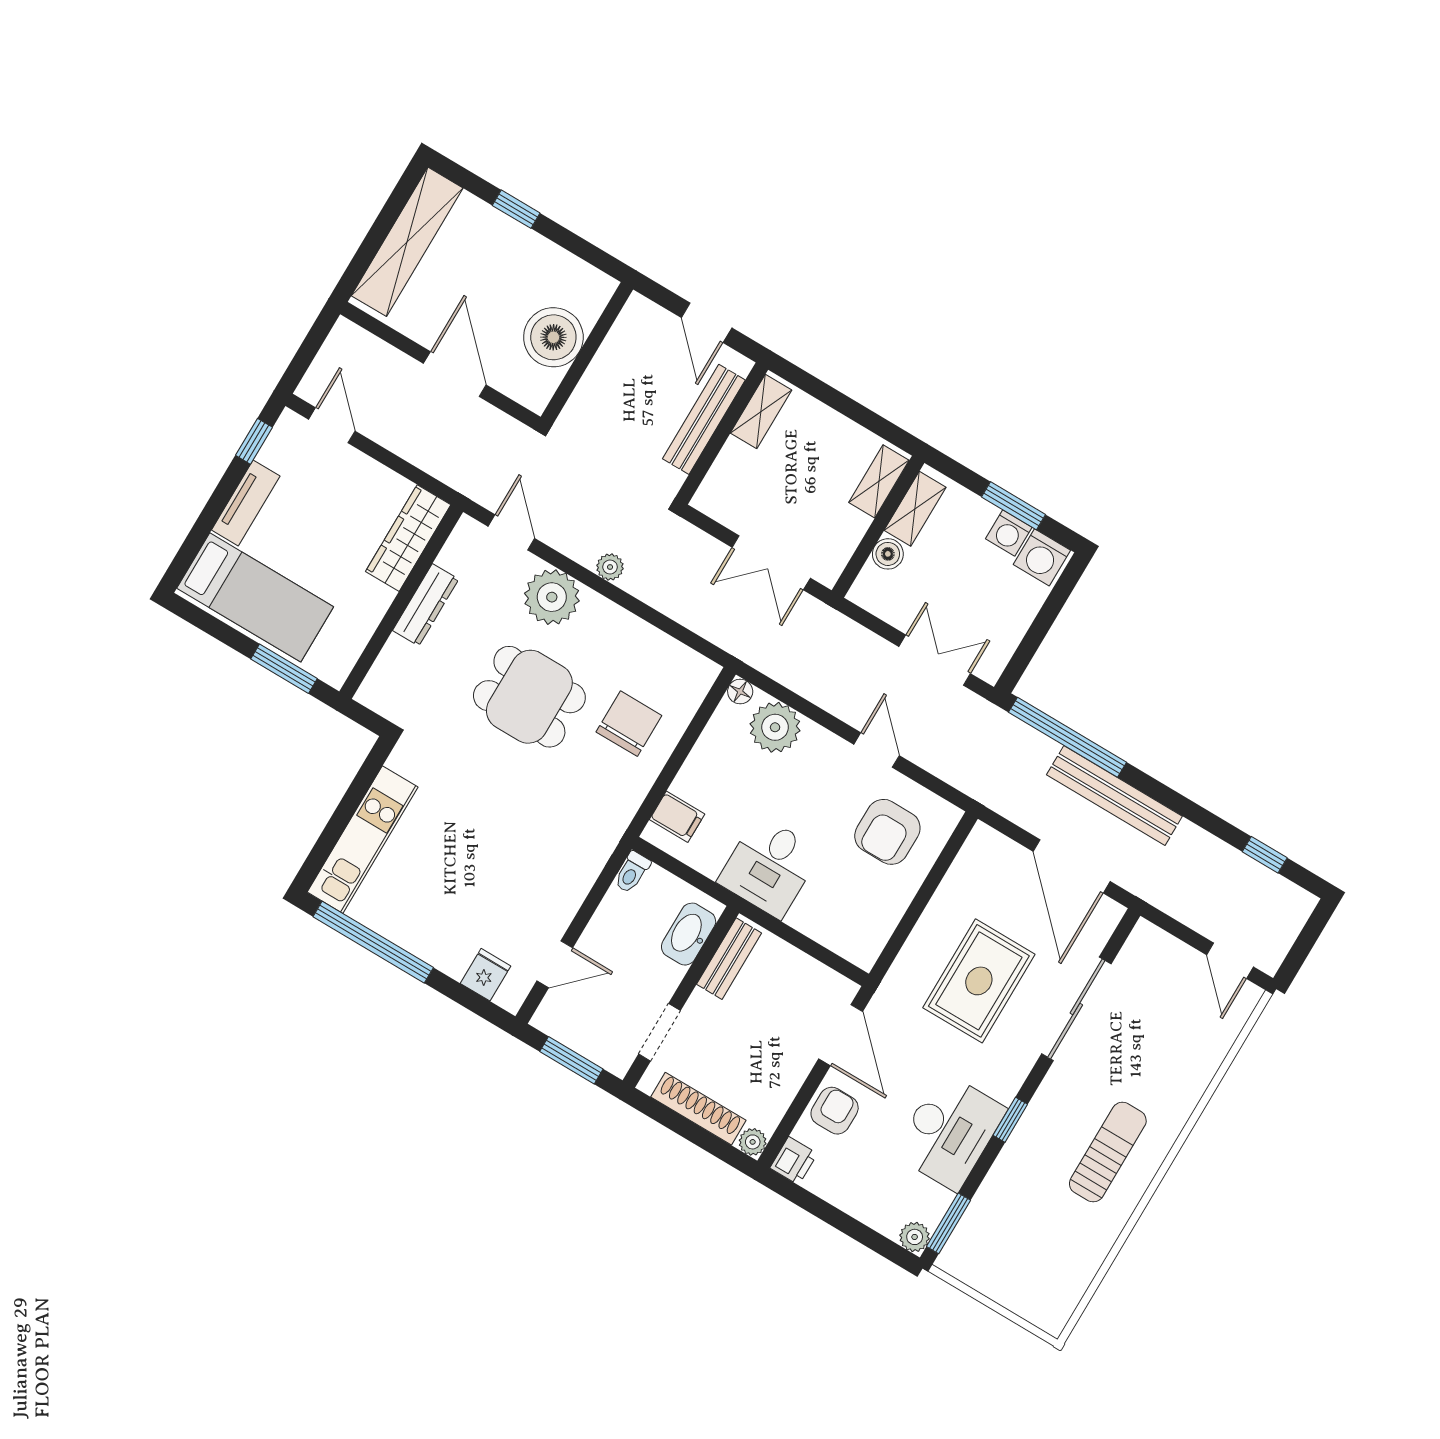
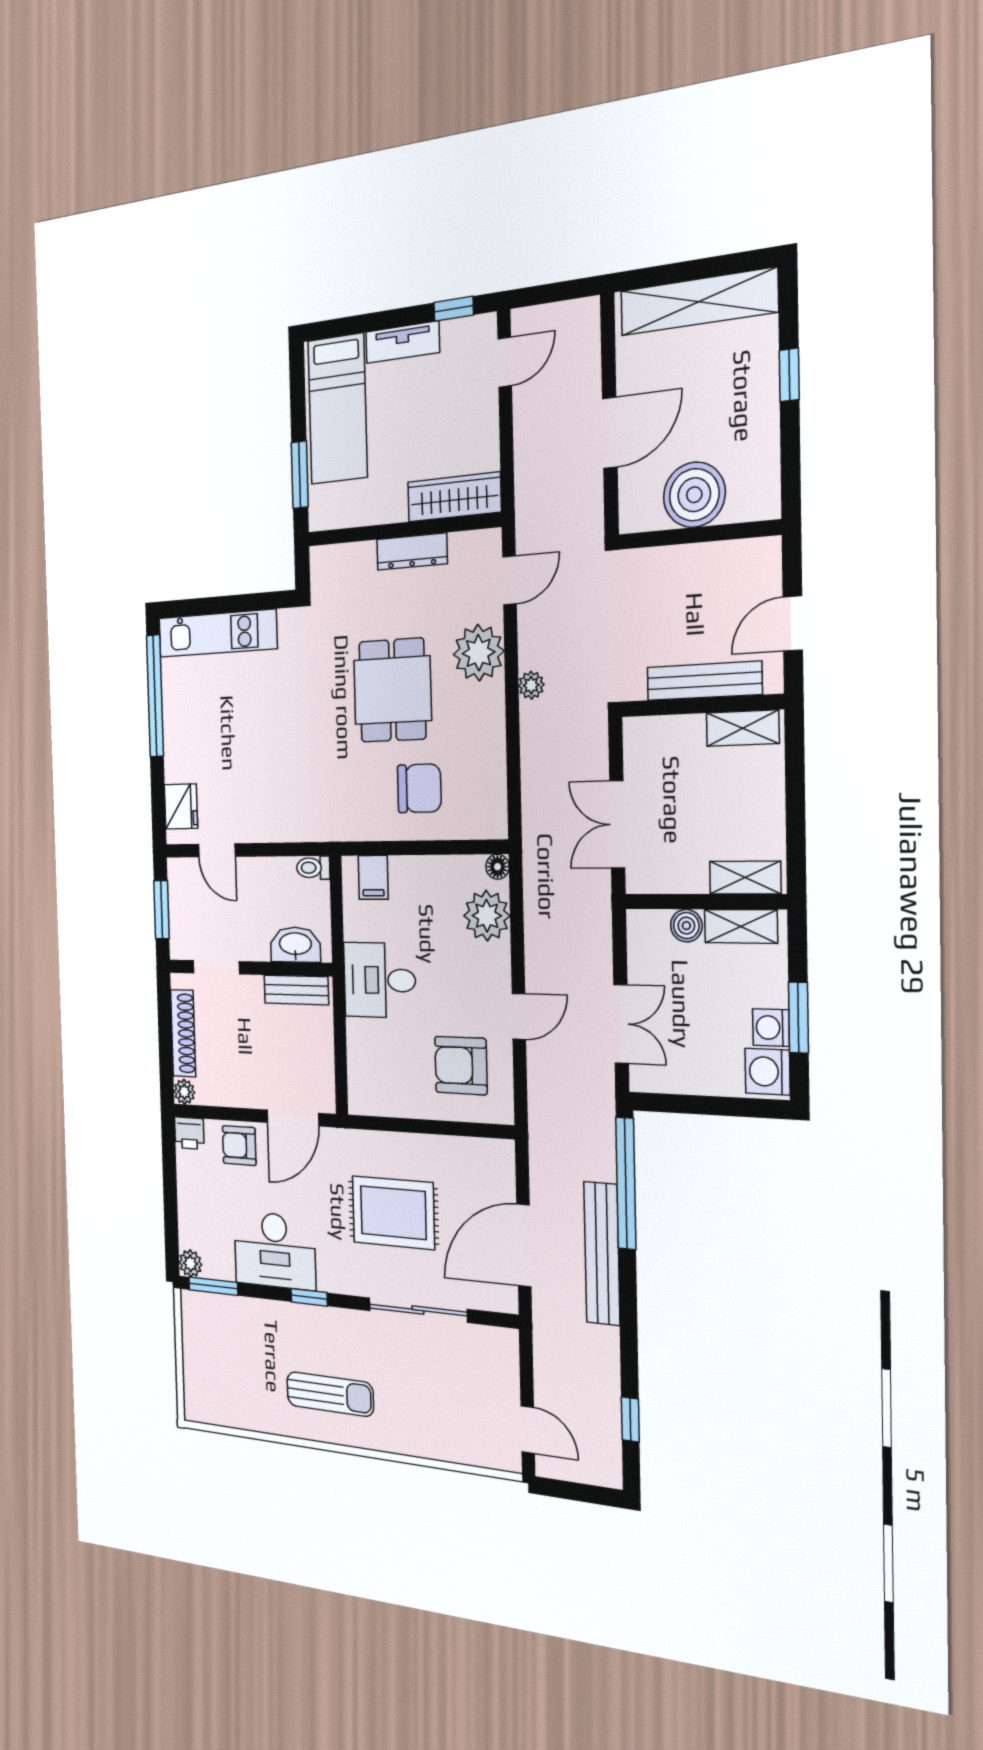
door: (1230, 961) -> (528, 1430), swing flipped
fridge: (486, 975) -> (181, 806), width x1.38
armchair: (835, 1111) -> (239, 1146), turned 180

